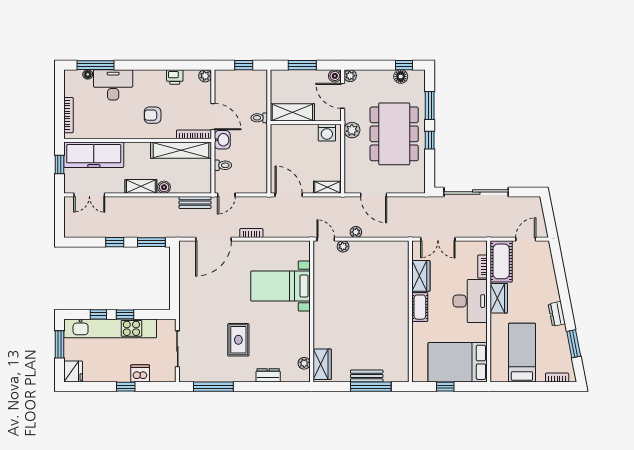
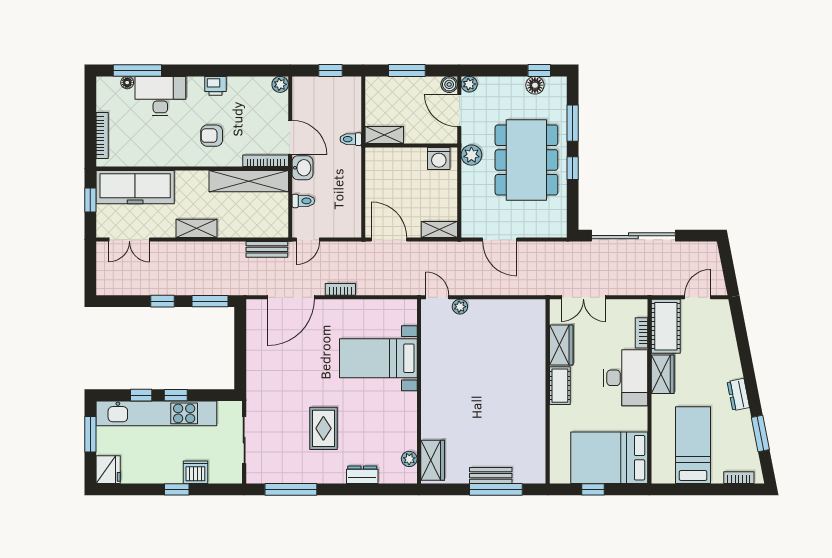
printer: (175, 77) -> (215, 86), moved
shelving: (292, 112) -> (384, 135), width x0.67, depth x0.75
boiler: (164, 187) -> (227, 230), removed
plant: (356, 232) -> (477, 288), removed

